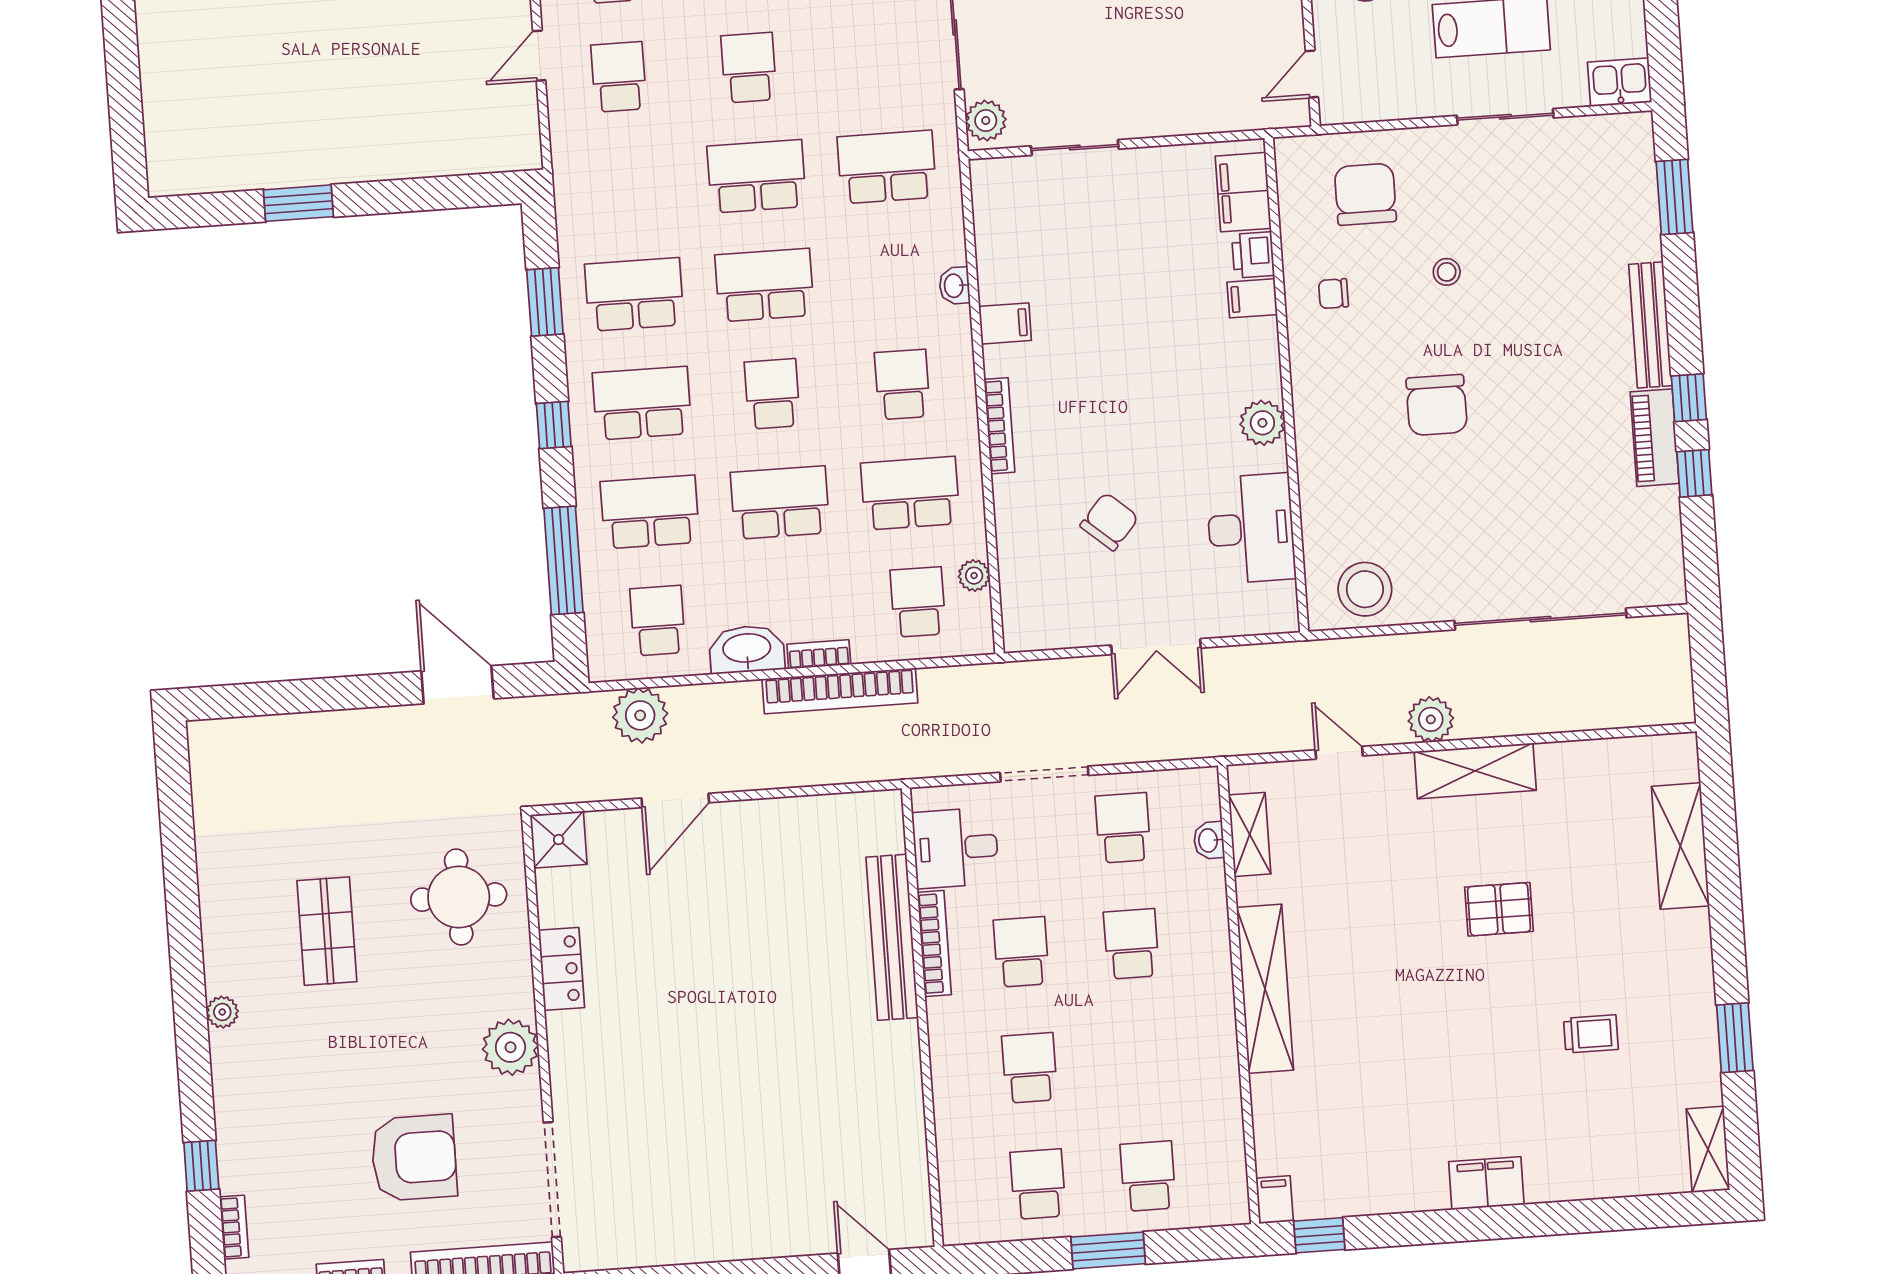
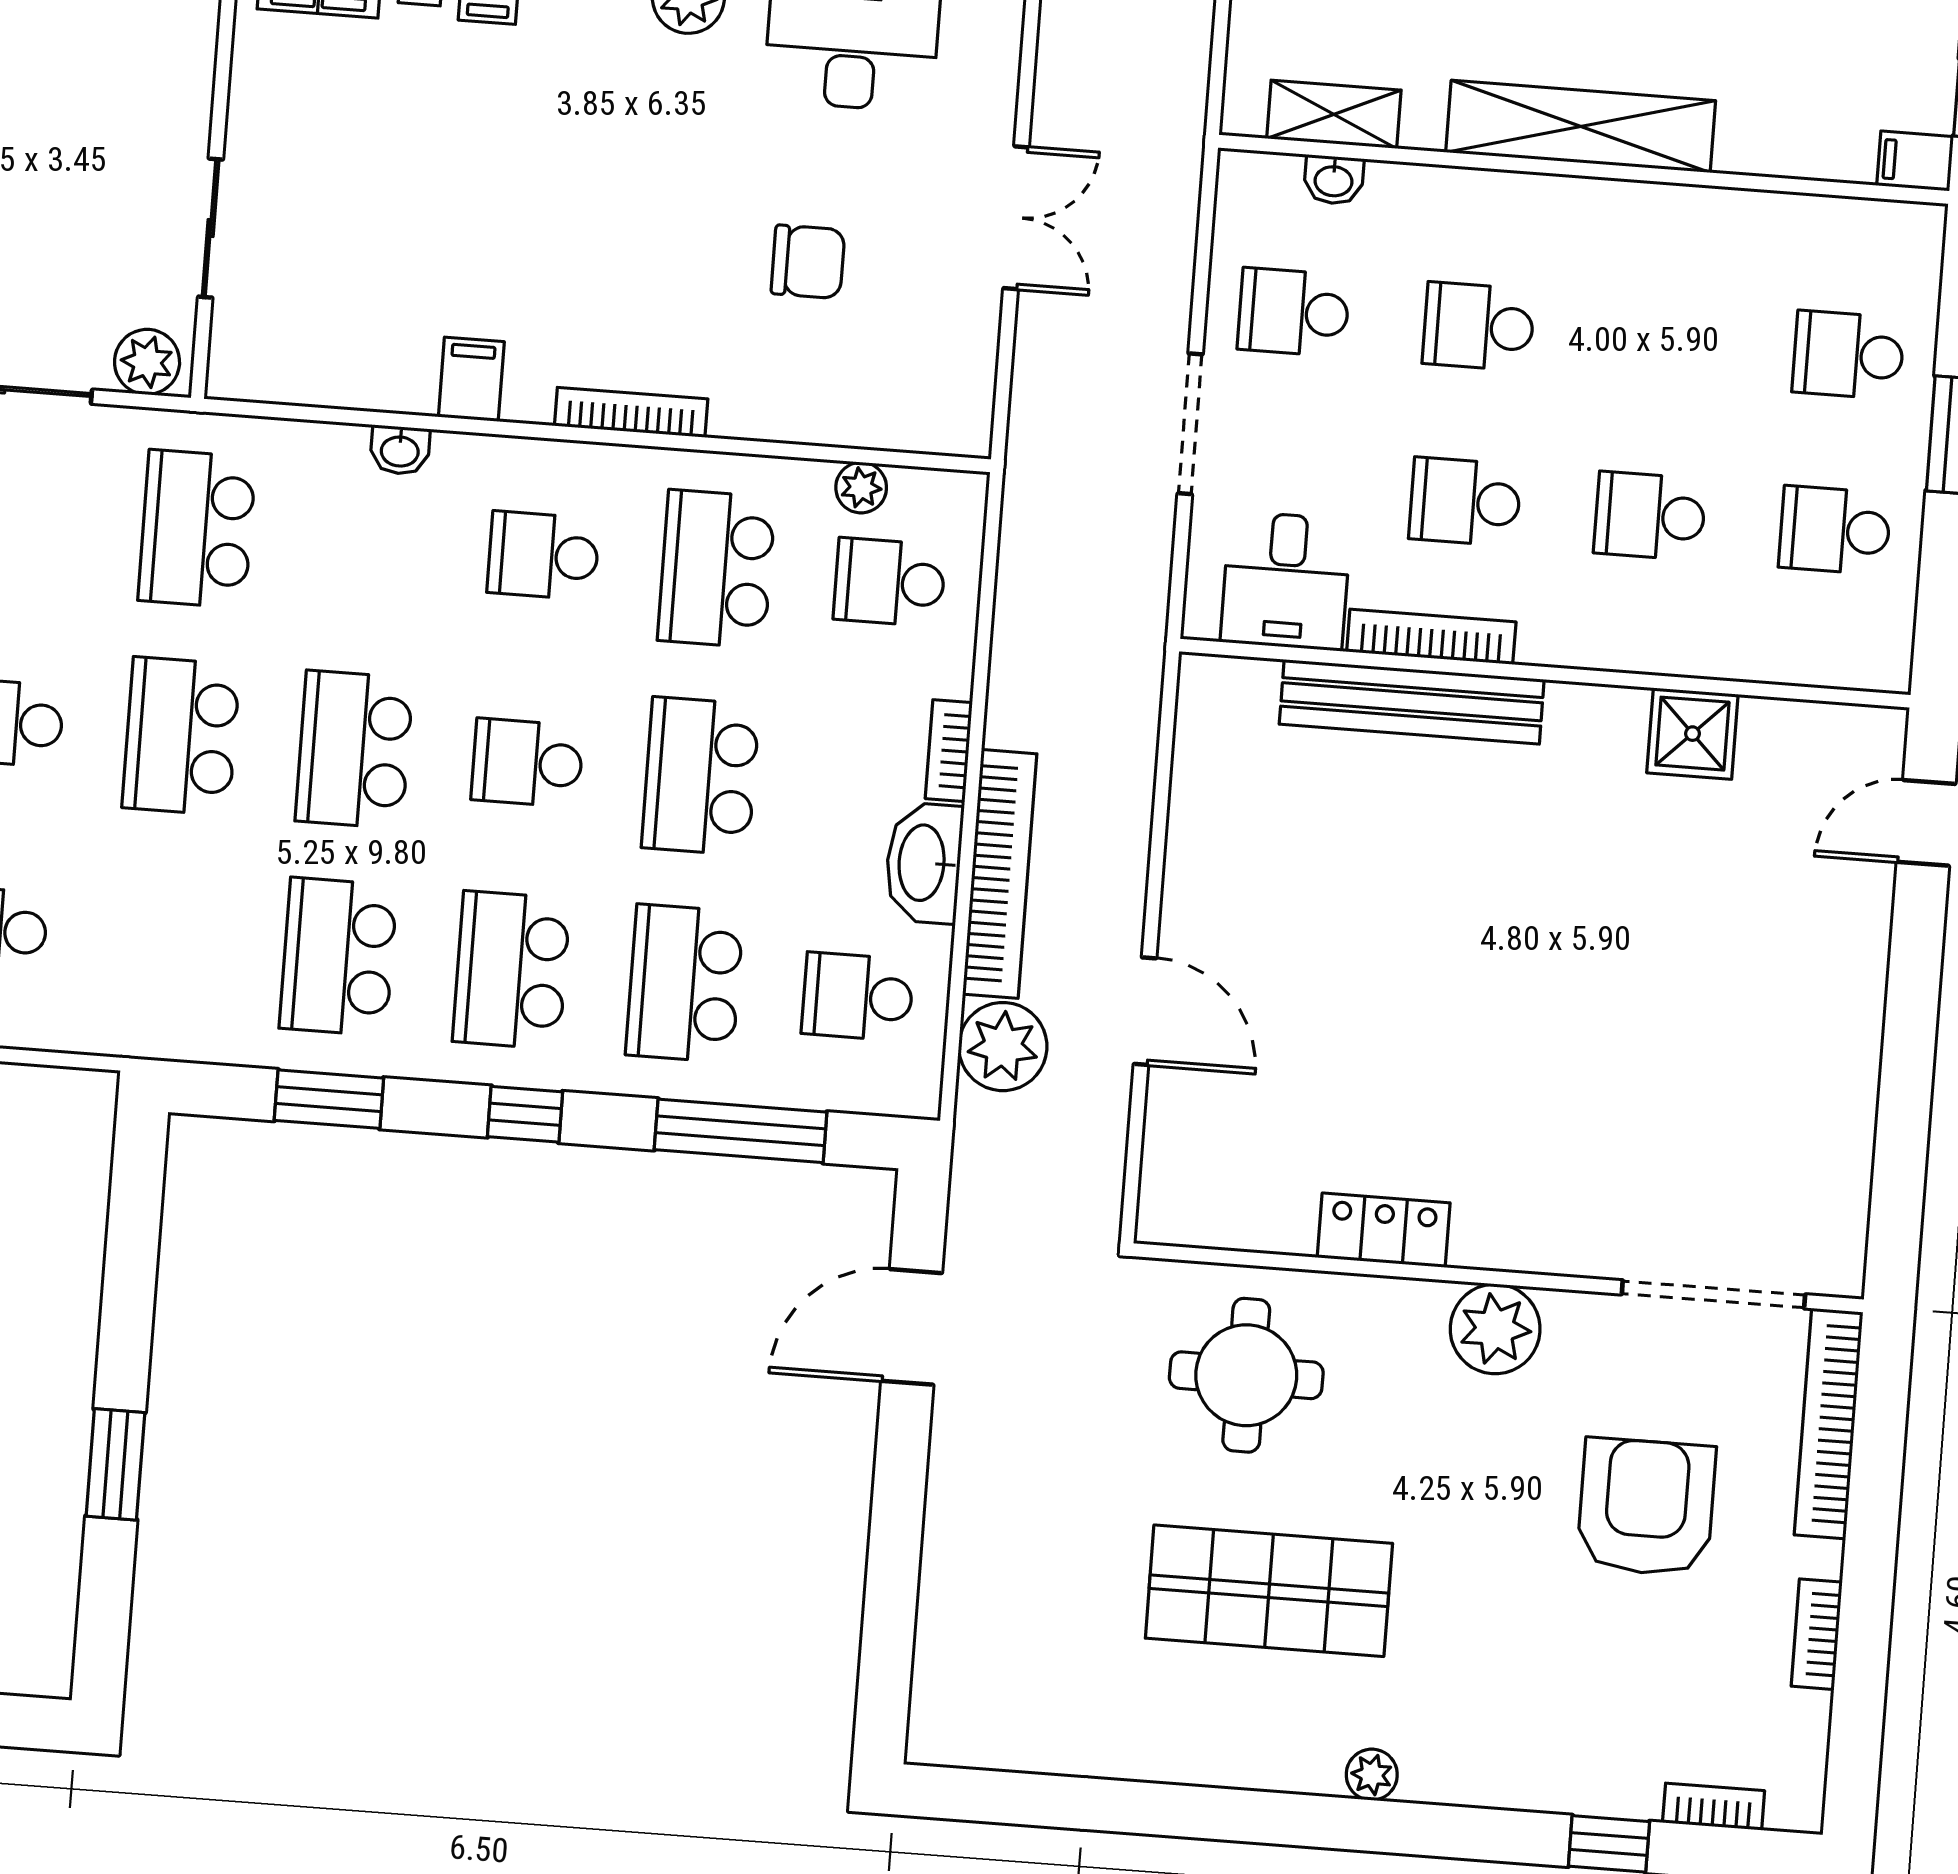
chair: (1109, 522) -> (808, 262), turned 139
bookcase: (840, 691) -> (1000, 874), moved
shower: (559, 840) -> (1692, 734), moved
shop shelf: (327, 931) -> (1269, 1591), width x1.43, depth x1.36

